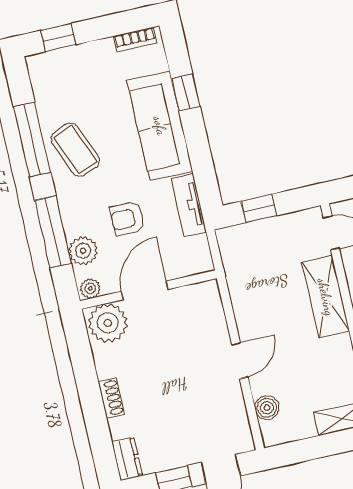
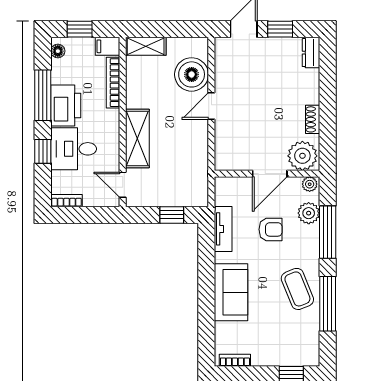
window: (186, 92) -> (206, 313), removed
sofa: (160, 126) -> (231, 292), width x0.73
shoe rack: (111, 398) -> (313, 119), moved
boiler: (267, 408) -> (192, 74), width x1.86, depth x1.86

